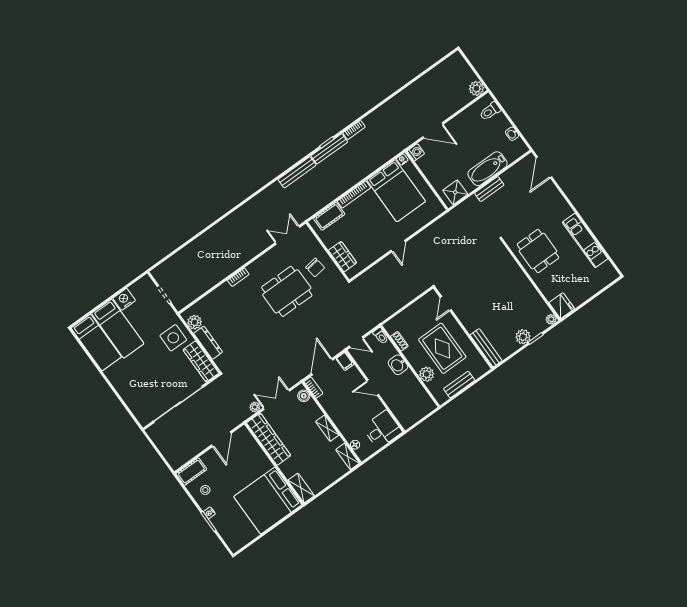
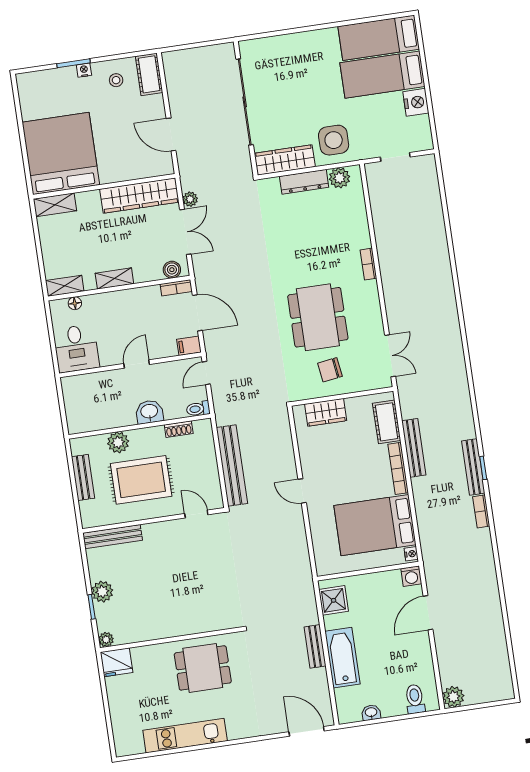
bench: (297, 172) -> (414, 448), moved
bench: (405, 297) -> (232, 465), added

